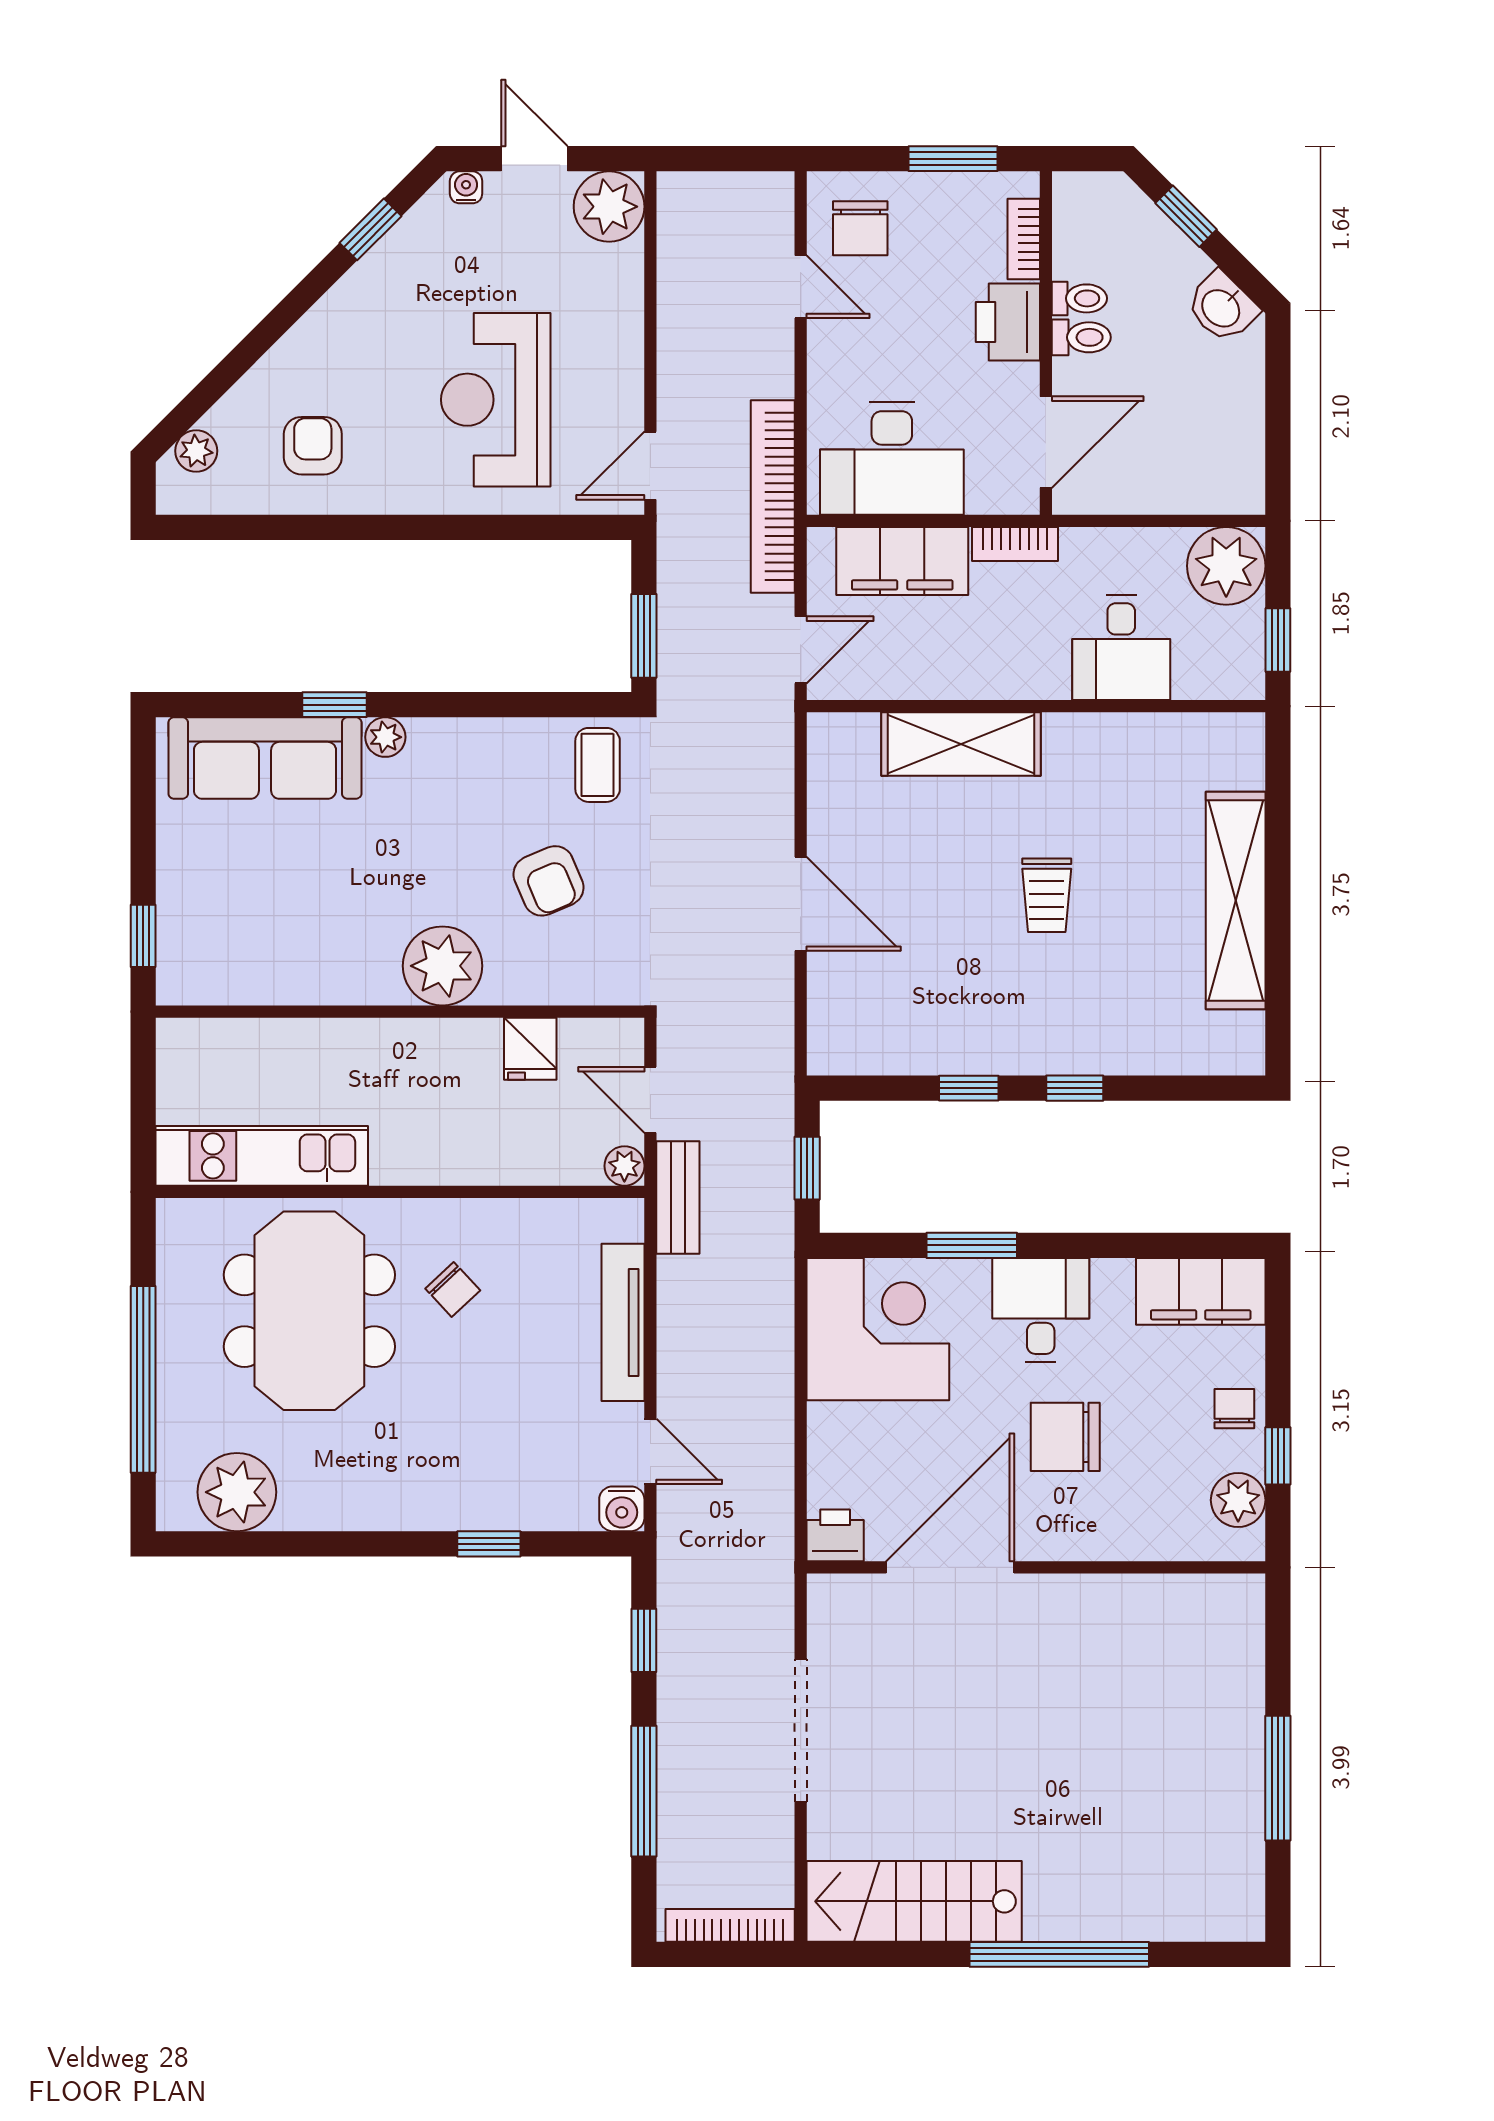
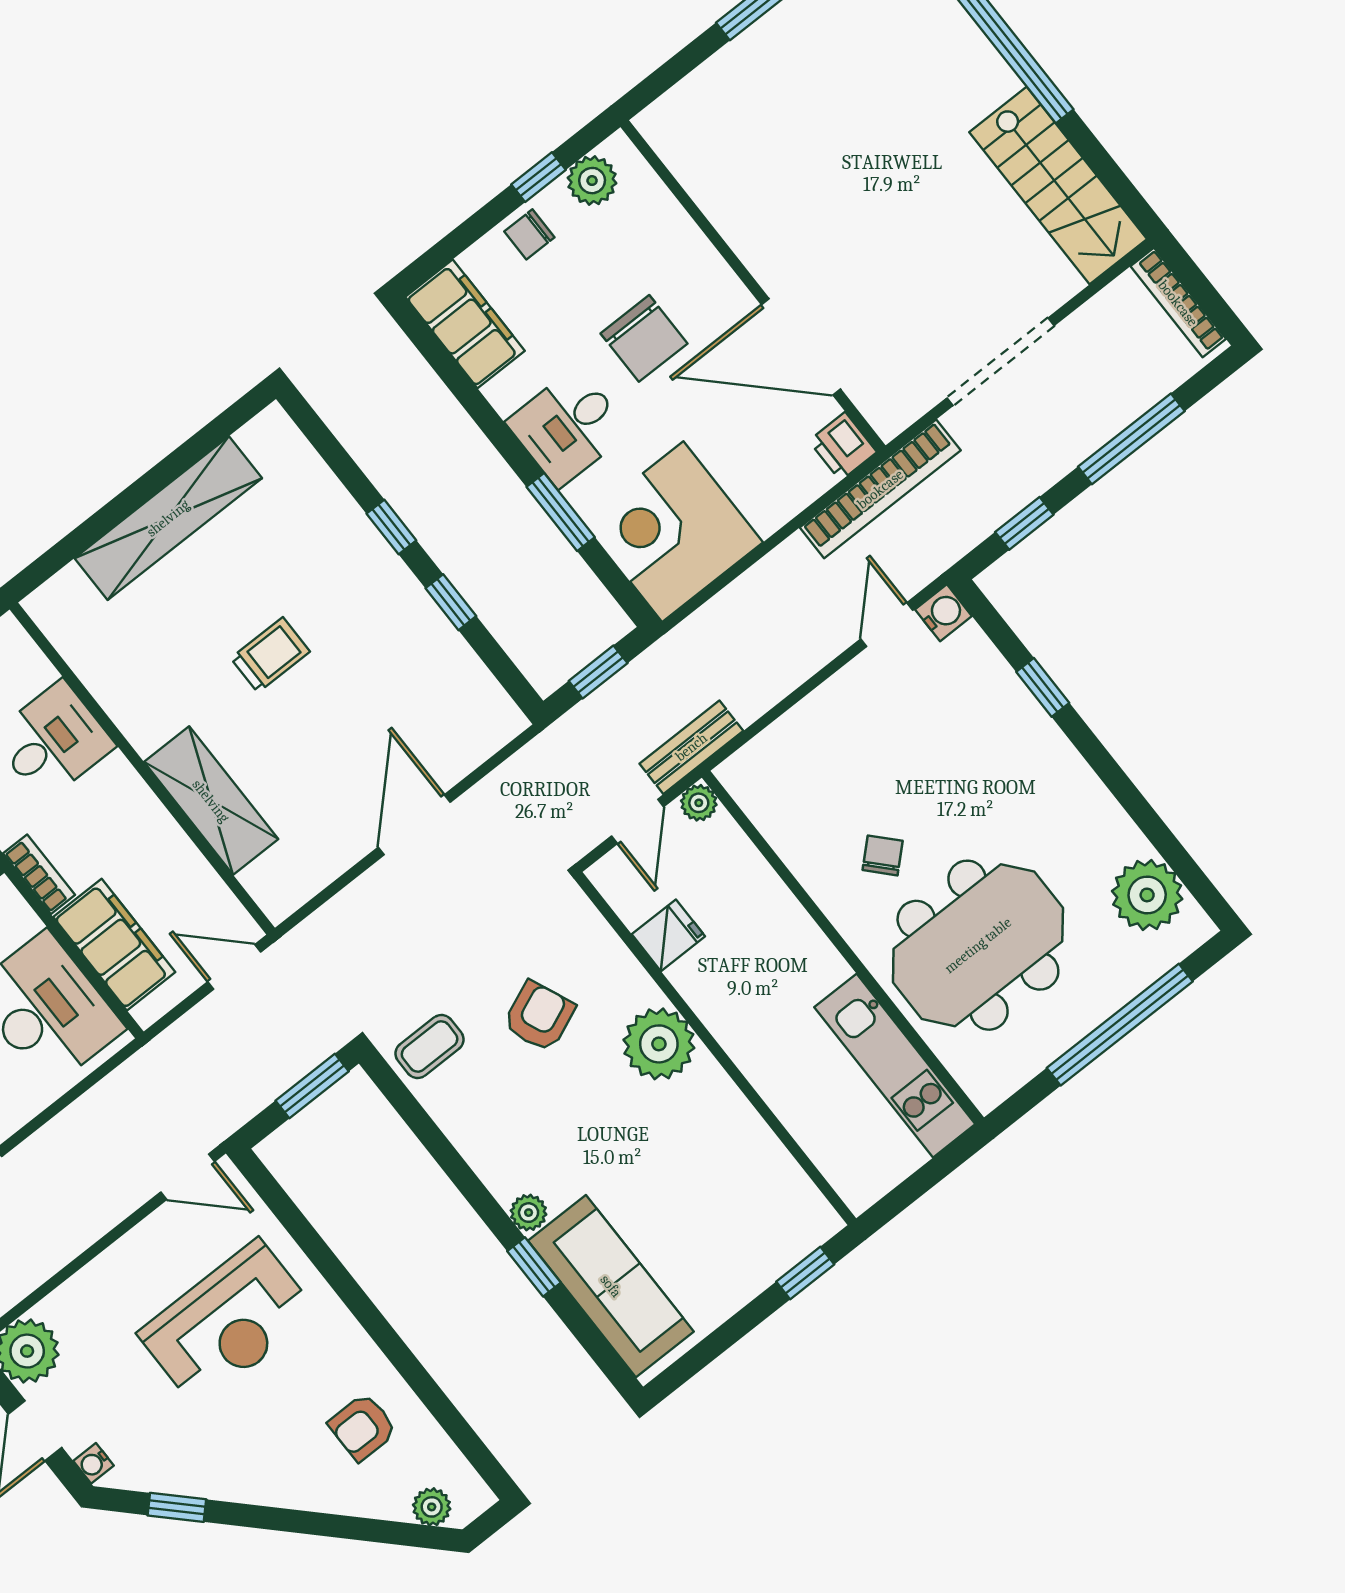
bookcase: (773, 497) -> (880, 489), moved
tv unit: (623, 1322) -> (811, 716), removed

